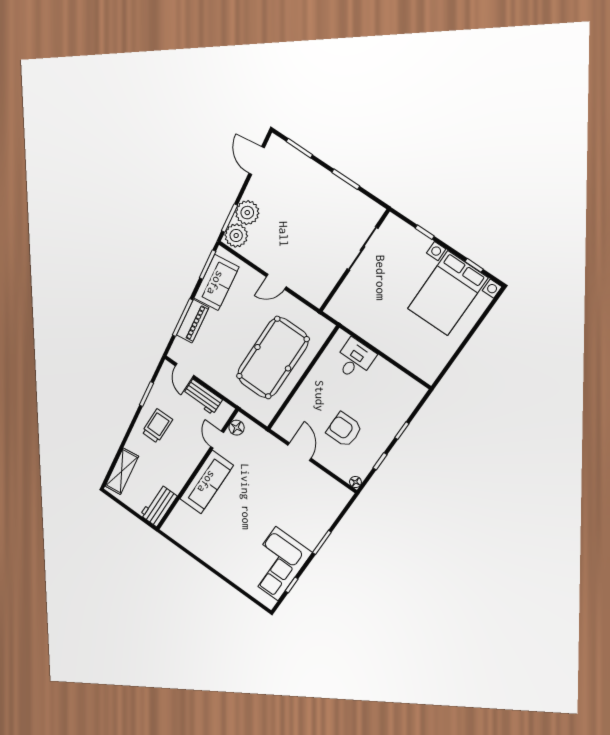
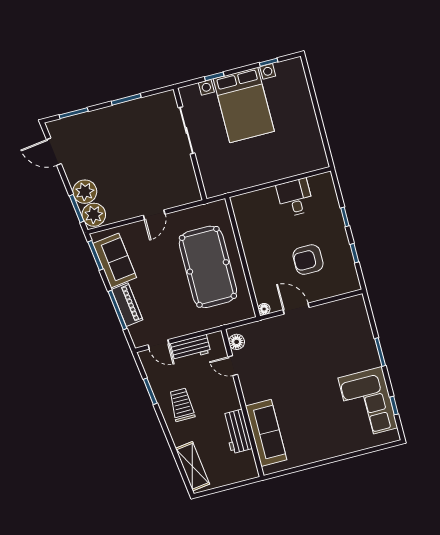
bed with nightstands: (448, 293) -> (244, 105), moved
desk: (355, 359) -> (295, 198), moved
sofa: (207, 482) -> (266, 433), moved
floor lamp: (355, 482) -> (264, 309), moved
workbench: (159, 506) -> (237, 431), moved

